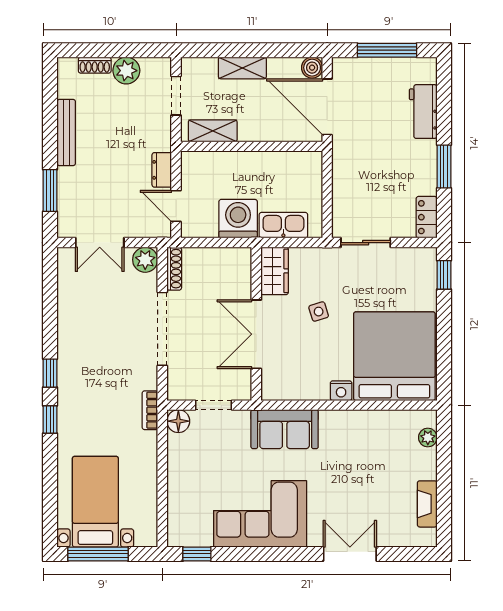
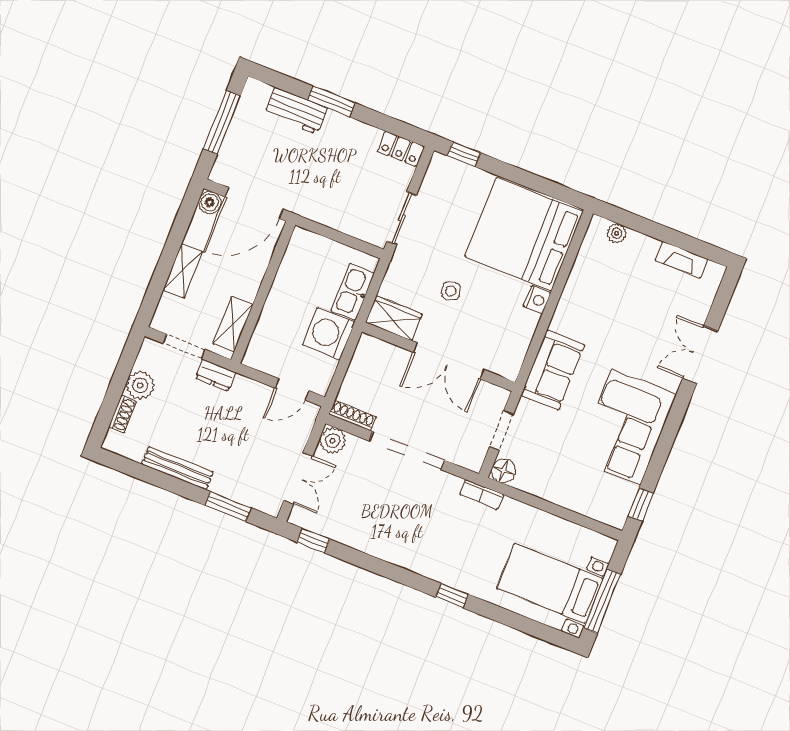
window: (444, 167) -> (331, 101), moved
dresser: (162, 170) -> (216, 375), moved
window: (50, 373) -> (313, 541), moved

